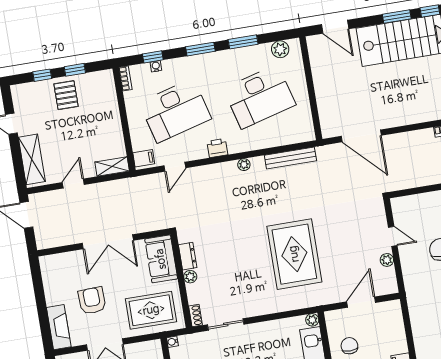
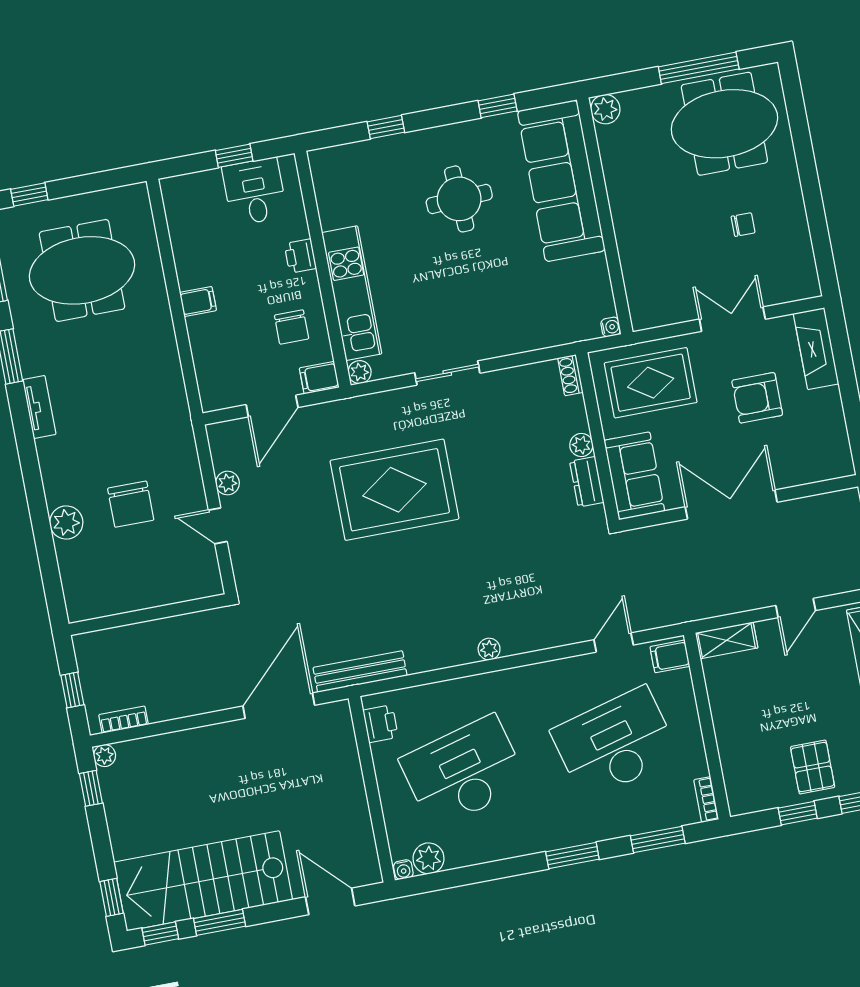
window: (243, 42) -> (496, 870), removed
window: (153, 57) -> (658, 839), width x1.50
water cooler: (156, 66) -> (403, 870), moved
door: (361, 136) -> (279, 706), hinge flipped
printer: (217, 148) -> (381, 724), moved, turned -90
bench: (290, 158) -> (360, 672), moved
rug: (294, 254) -> (394, 490), turned 90
armchair: (92, 301) -> (757, 398), turned 92
filing cabinet: (335, 317) -> (319, 378), added
sliding door: (226, 325) -> (447, 373), moved

